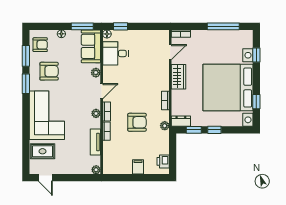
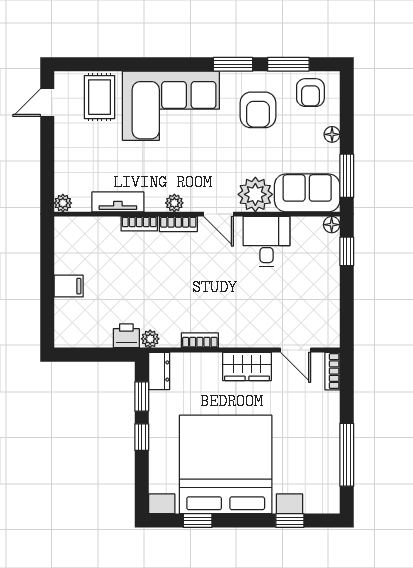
desk: (115, 53) -> (267, 242), moved
plant: (96, 73) -> (255, 194), width x1.88, depth x1.88
armchair: (137, 122) -> (157, 284), removed
printer: (163, 161) -> (126, 336), moved

